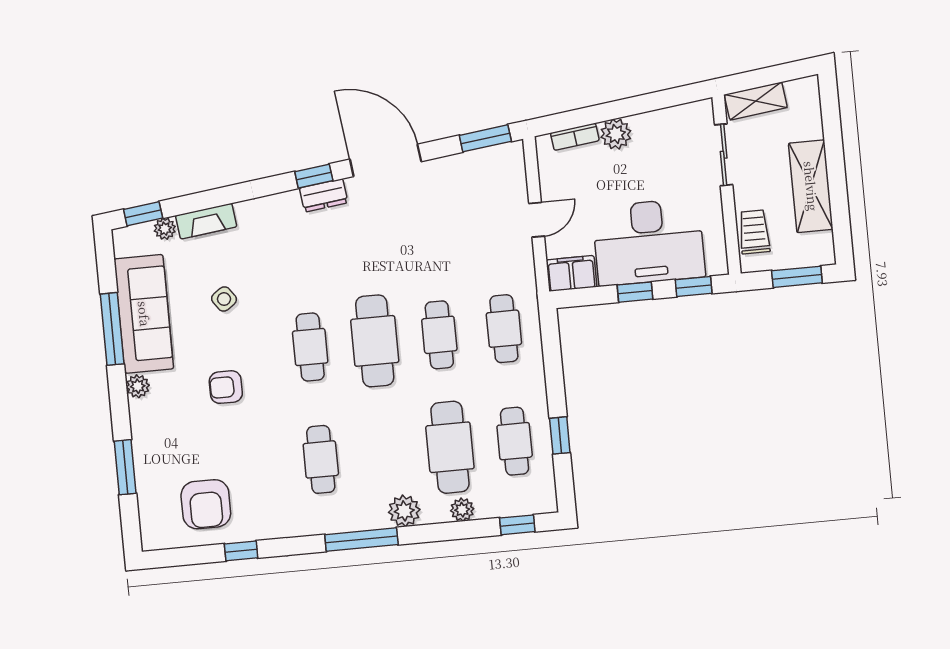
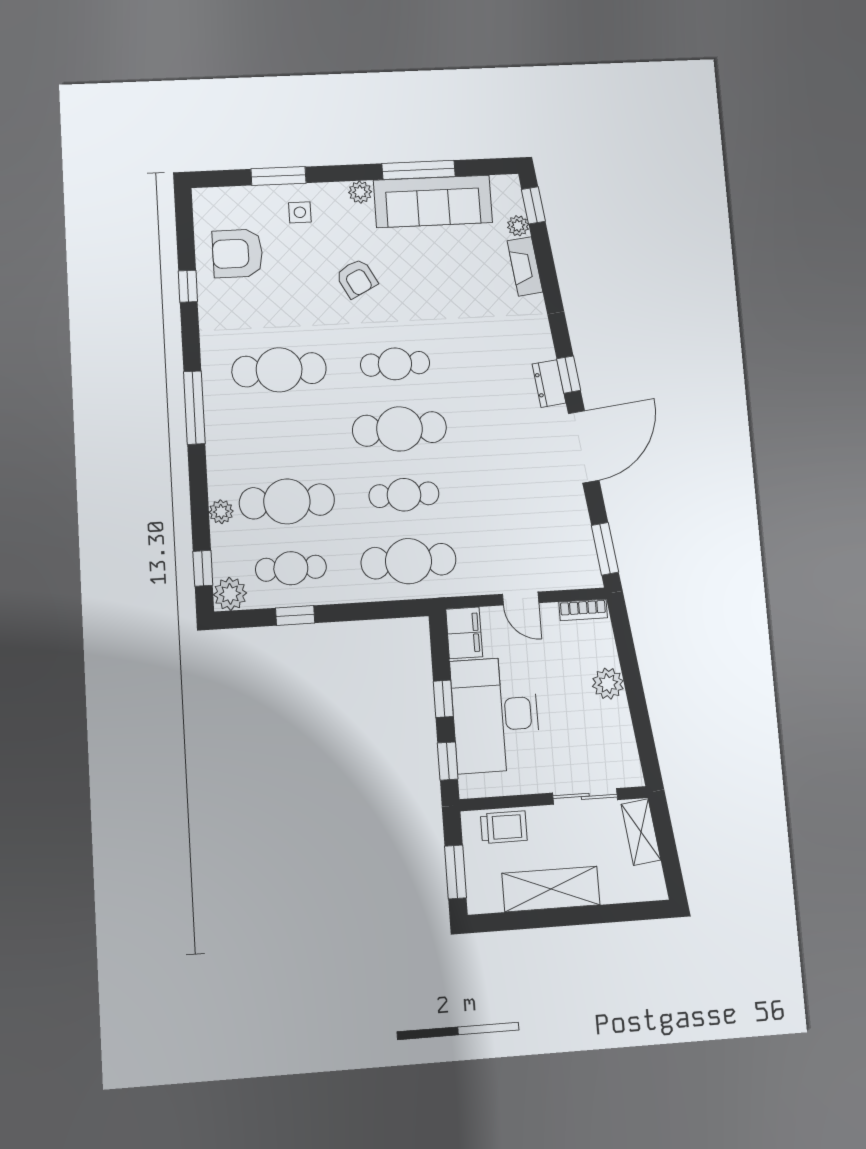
bookcase: (575, 137) -> (583, 610), moved, turned -83
side table: (224, 299) -> (300, 212), moved, turned 36
cafe table: (504, 329) -> (409, 561), width x1.37, depth x1.35
armchair: (226, 387) -> (357, 278), turned 152
cafe table: (321, 459) -> (279, 370), width x1.37, depth x1.35
plant: (404, 511) -> (230, 594), moved

